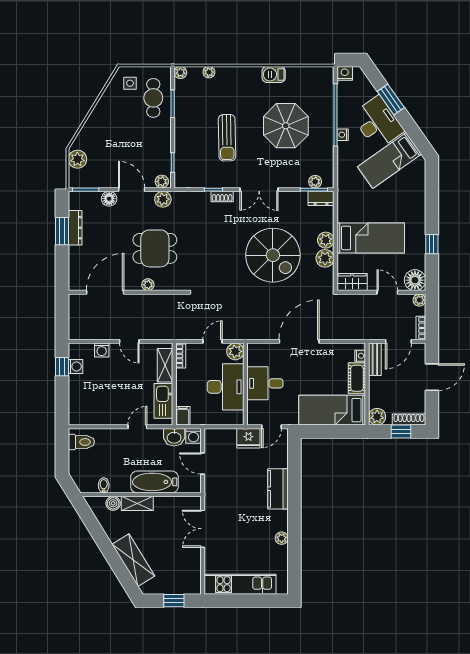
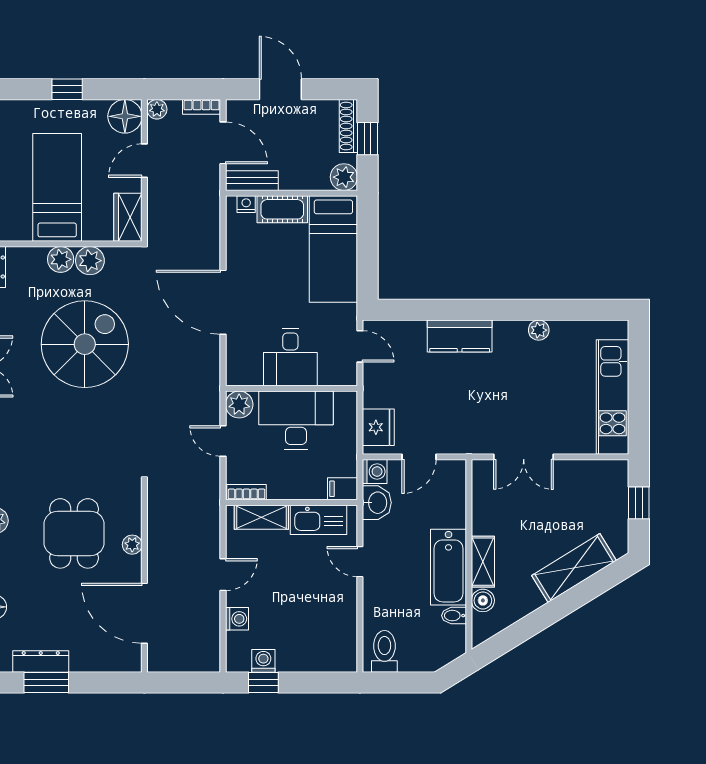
fridge: (248, 438) -> (378, 427), moved
bathtub: (154, 482) -> (449, 567), moved

